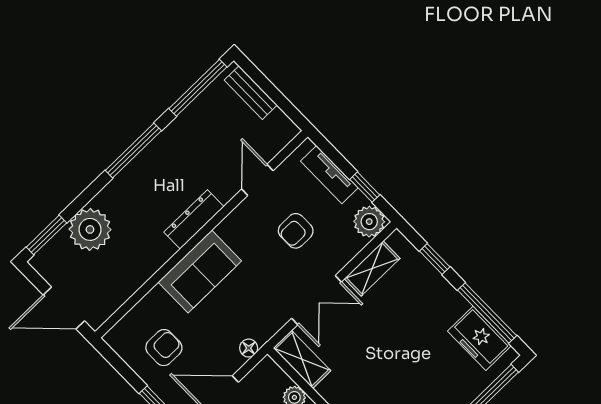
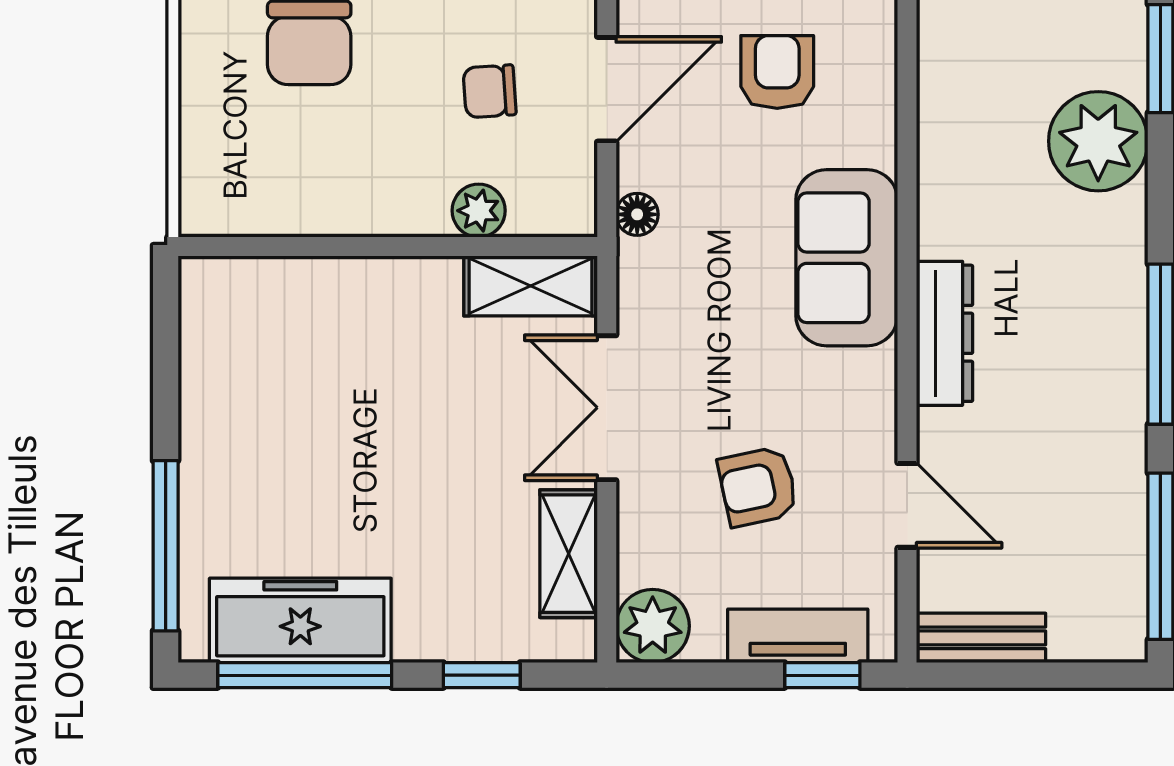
bench: (251, 93) -> (981, 638), moved
window: (365, 187) -> (822, 675), moved
armchair: (296, 231) -> (758, 487), turned -102
freezer: (479, 338) -> (300, 620), width x1.40
armchair: (164, 348) -> (777, 72), turned 180

